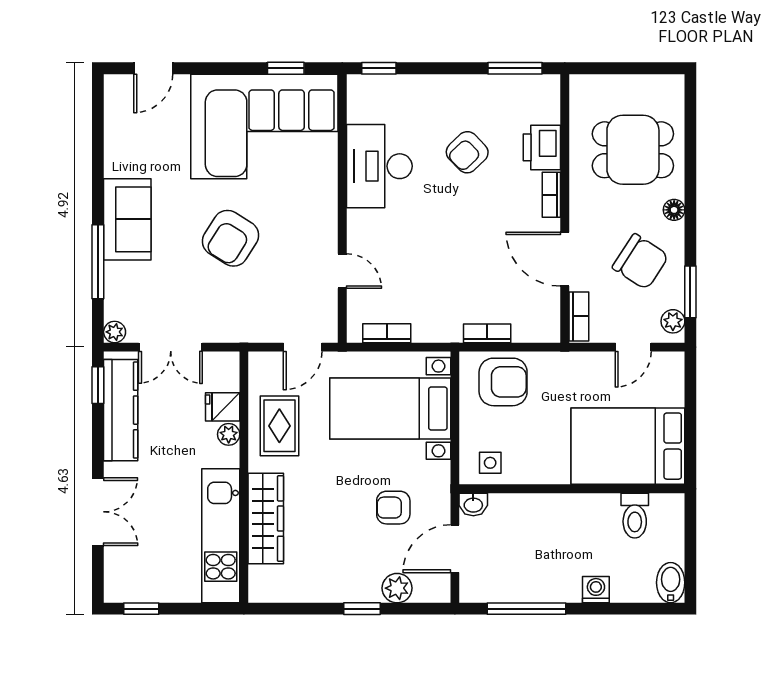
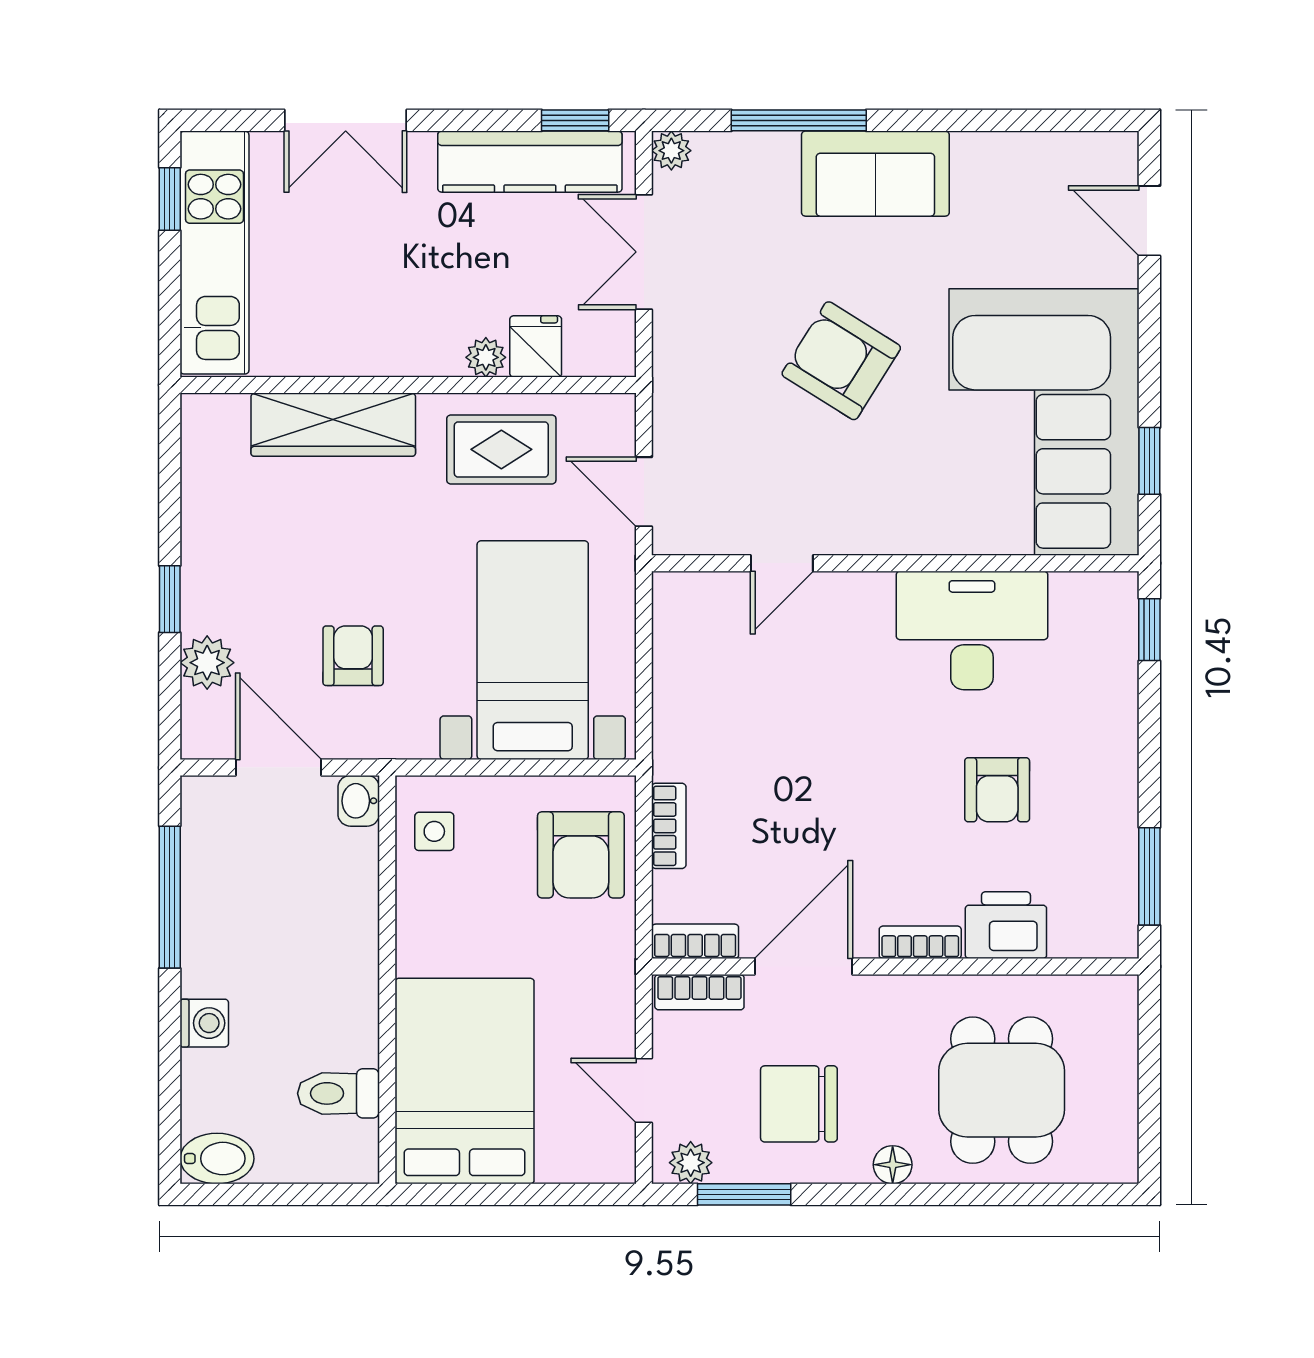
armchair: (467, 152) -> (997, 790), turned -136
chair: (640, 262) -> (799, 1104), turned 57
bookcase: (387, 333) -> (695, 941), moved, turned -90
kitchen unit: (221, 536) -> (215, 253), moved, turned 90

